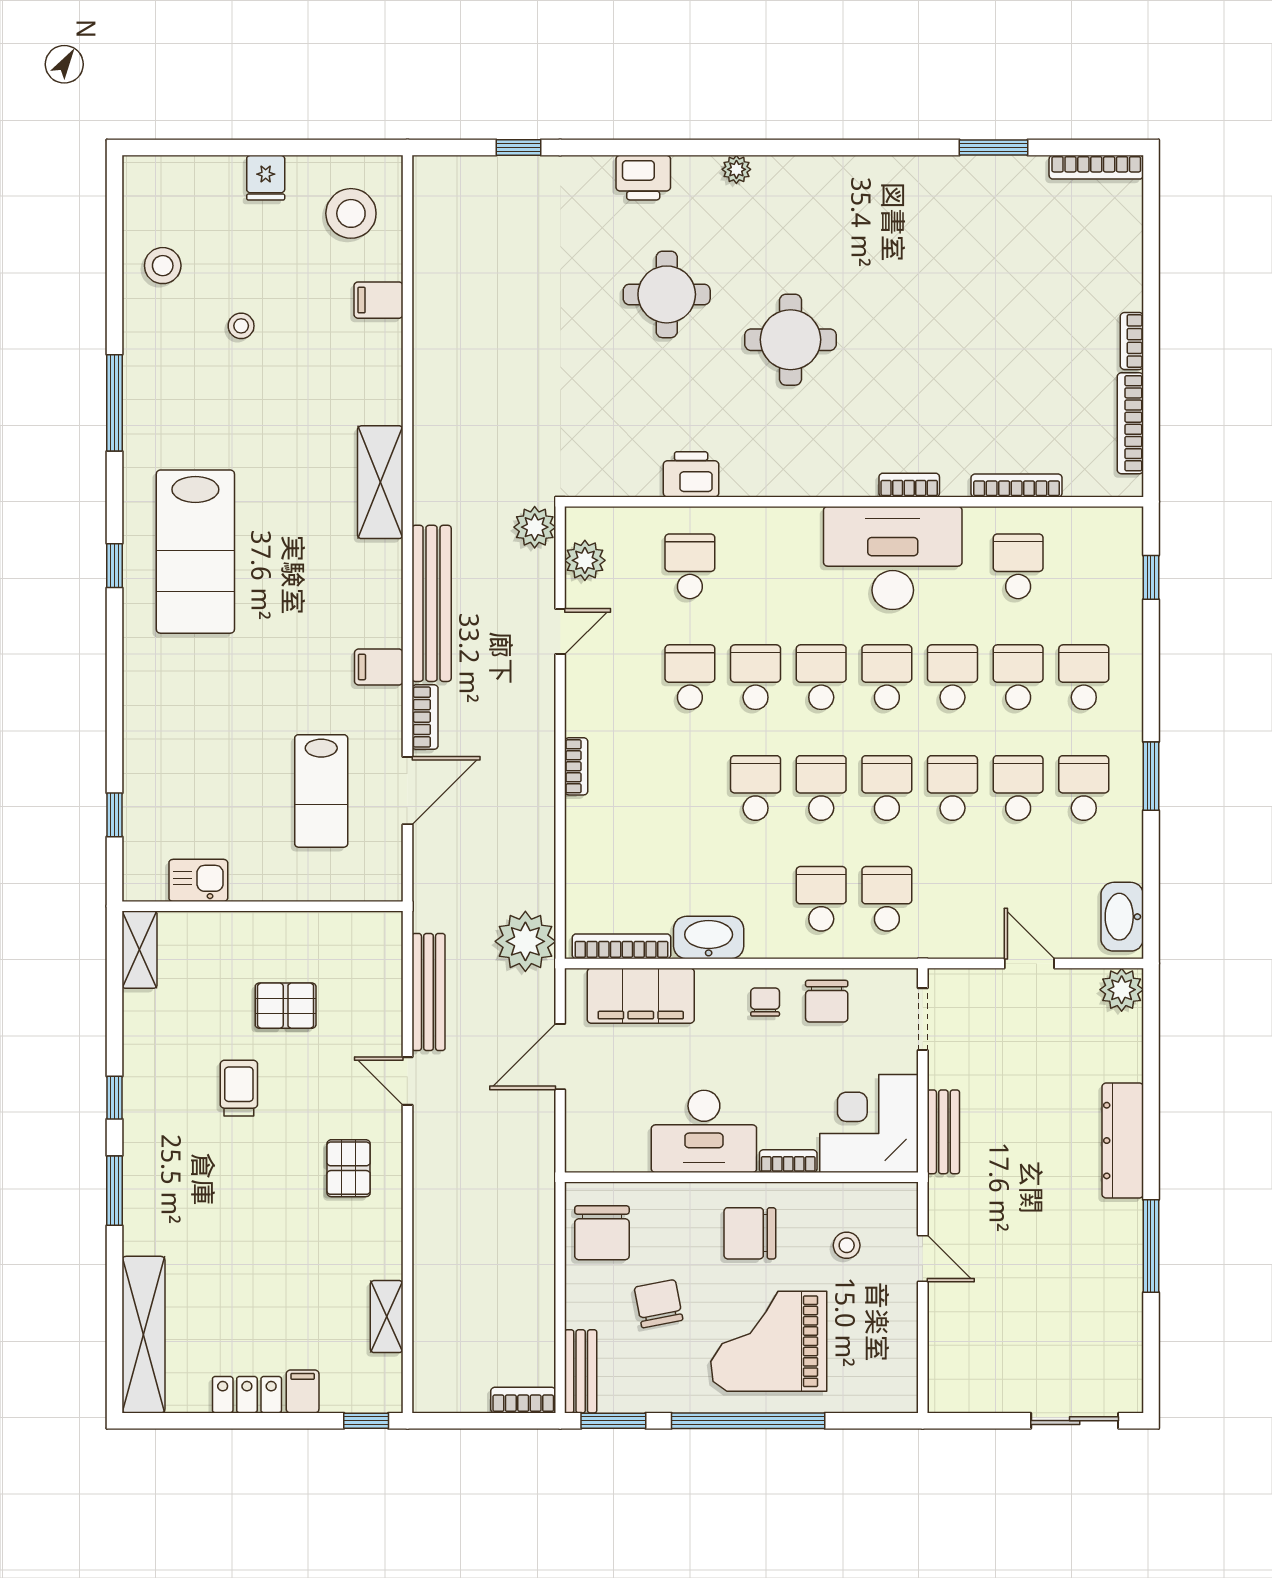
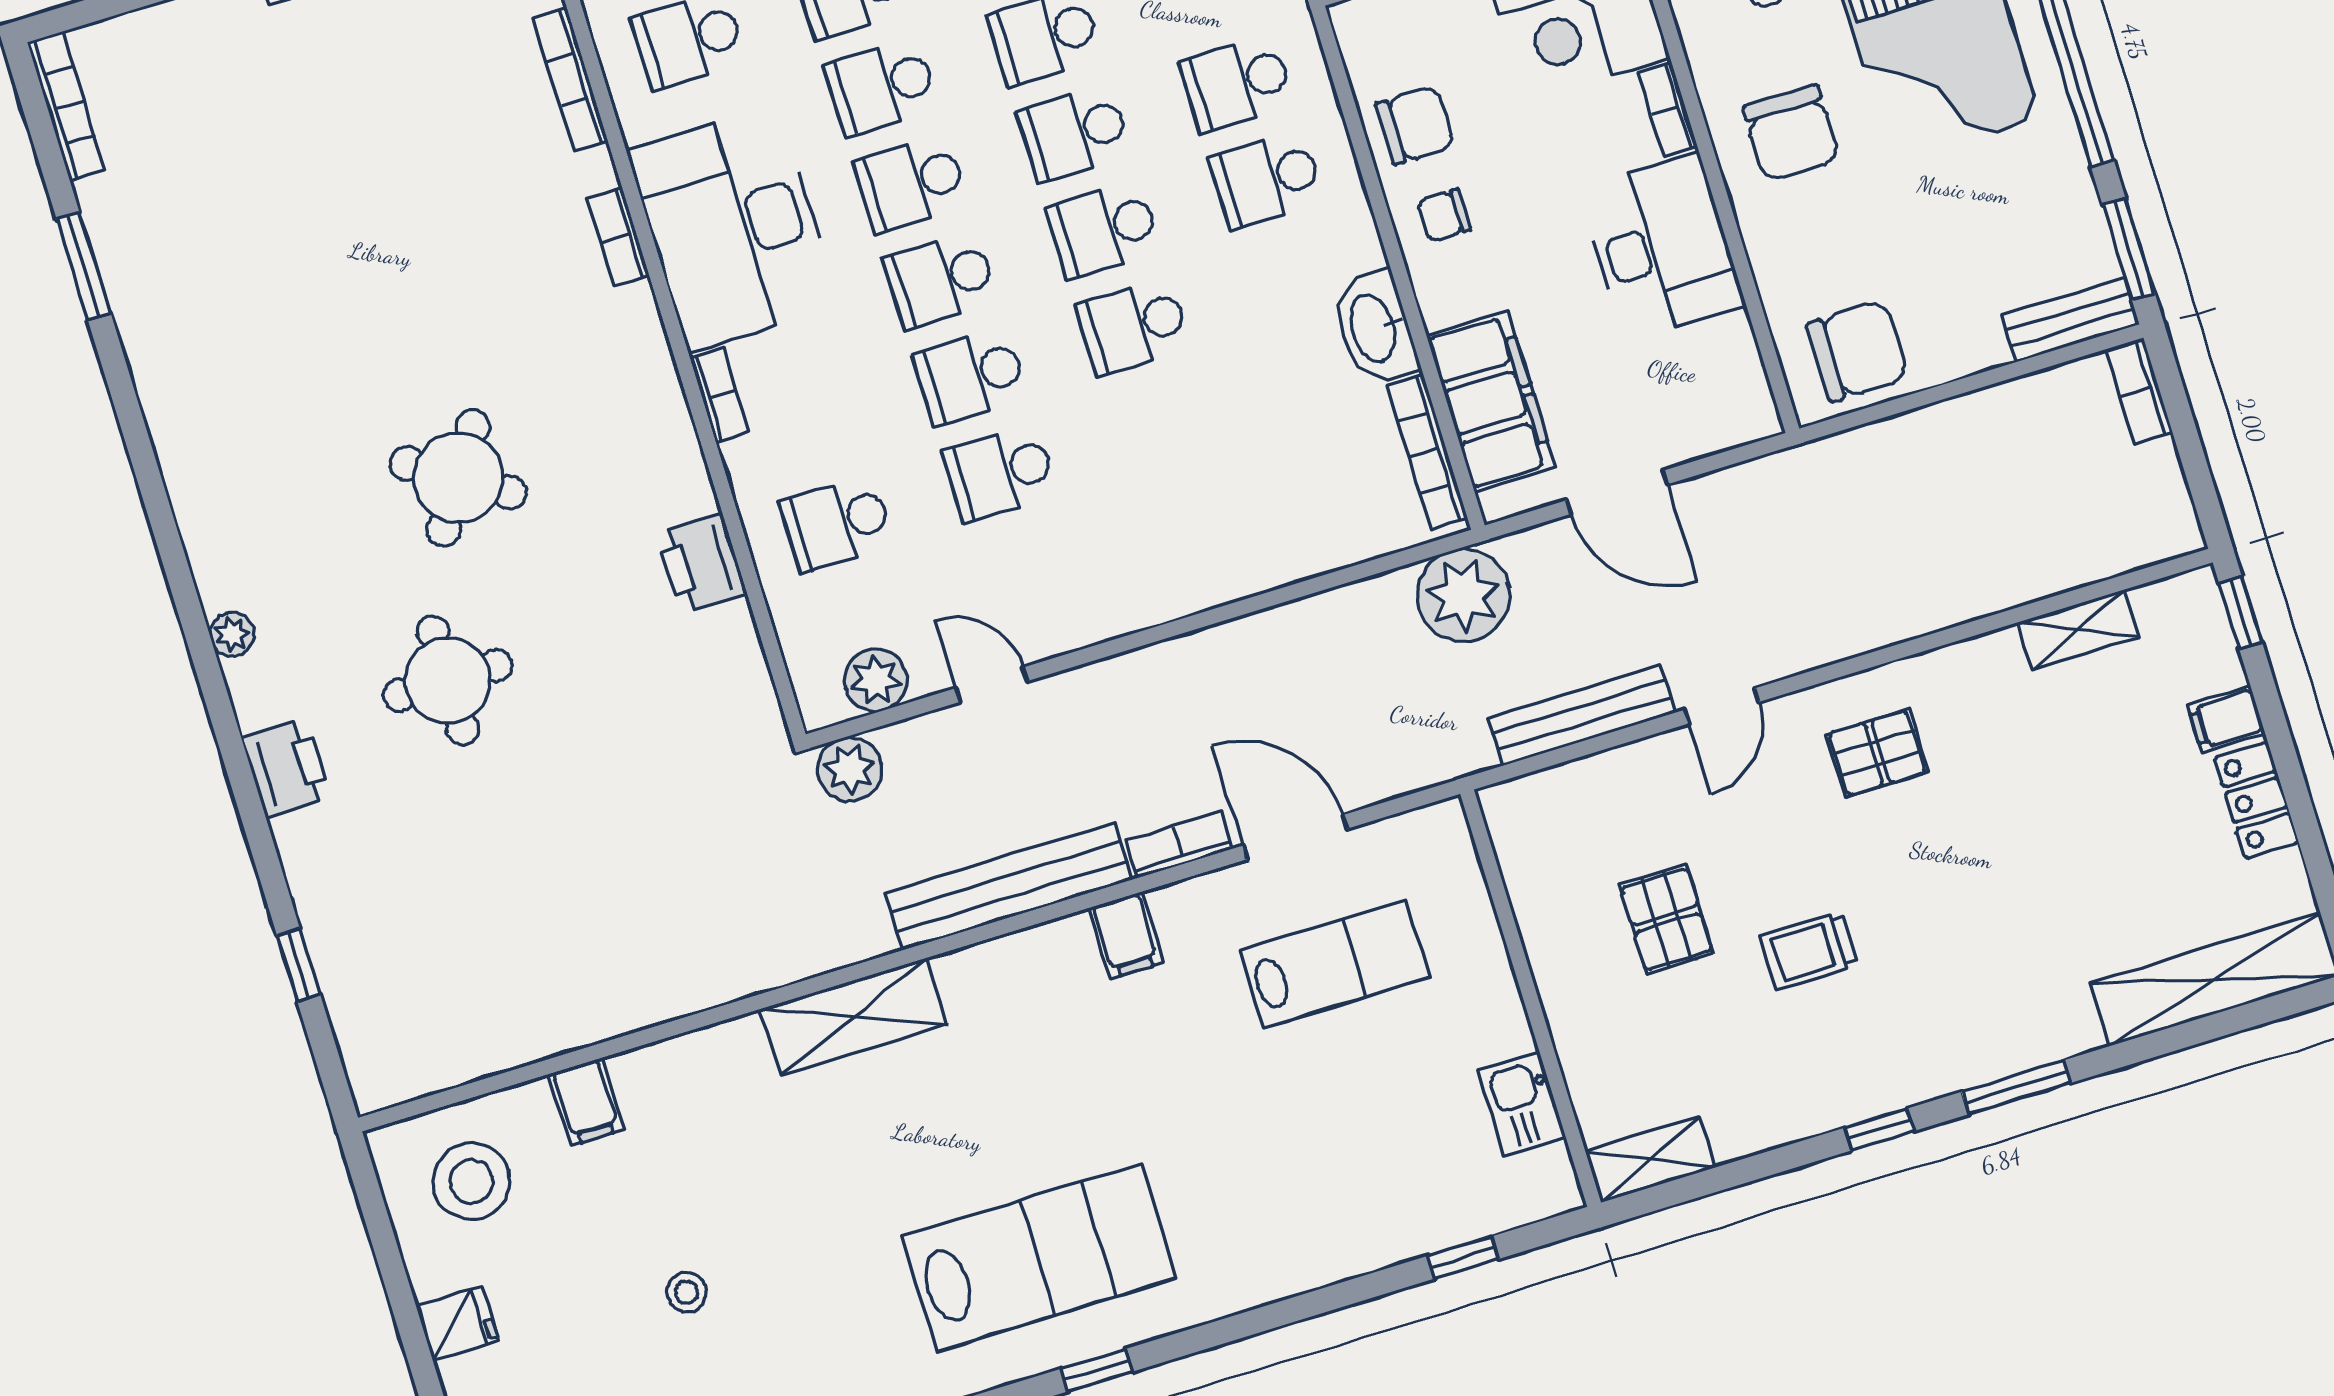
round table: (791, 340) -> (458, 478), turned 33
bookcase: (576, 766) -> (720, 395), moved, turned 90
chair: (659, 1304) -> (1936, 236), removed

